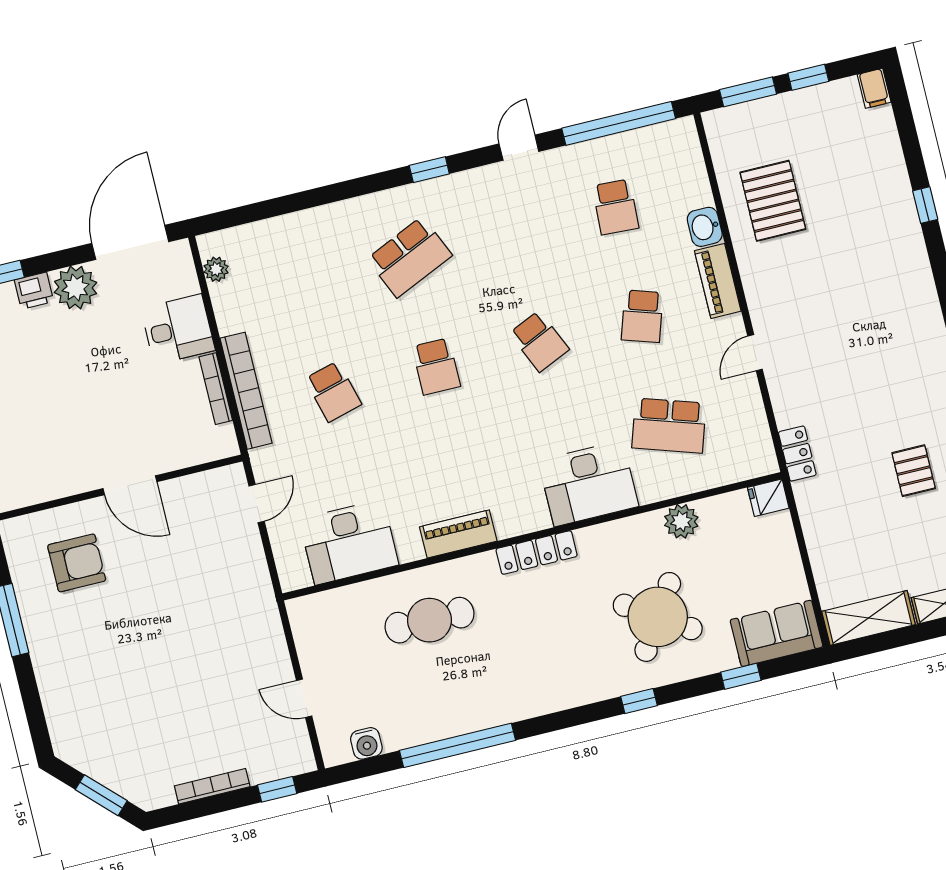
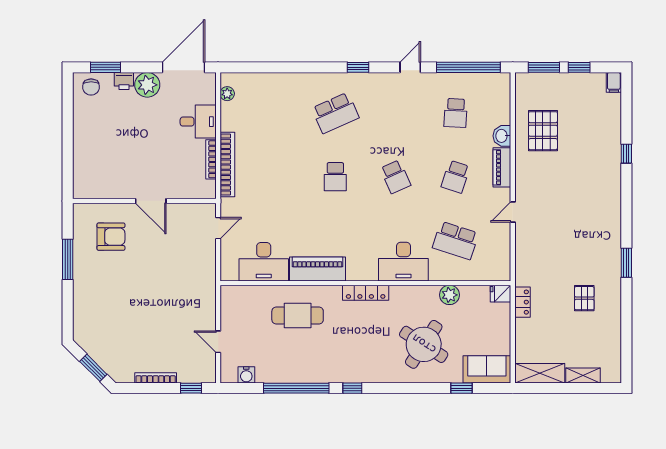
school desk: (333, 392) -> (275, 177), removed
locker: (797, 454) -> (522, 302), moved
piano: (458, 534) -> (317, 269), width x1.37, depth x1.33
window: (639, 701) -> (352, 388), moved

